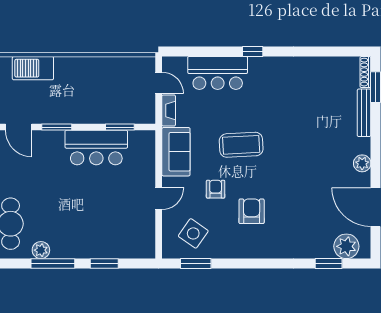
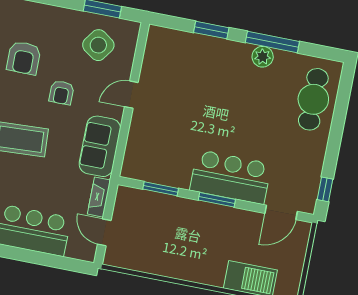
door: (19, 127) -> (281, 212), swing flipped
window: (57, 127) -> (217, 200), moved
bar counter: (96, 148) -> (230, 177), moved
plant: (41, 250) -> (263, 57), moved

